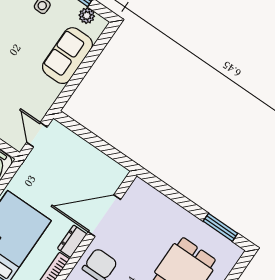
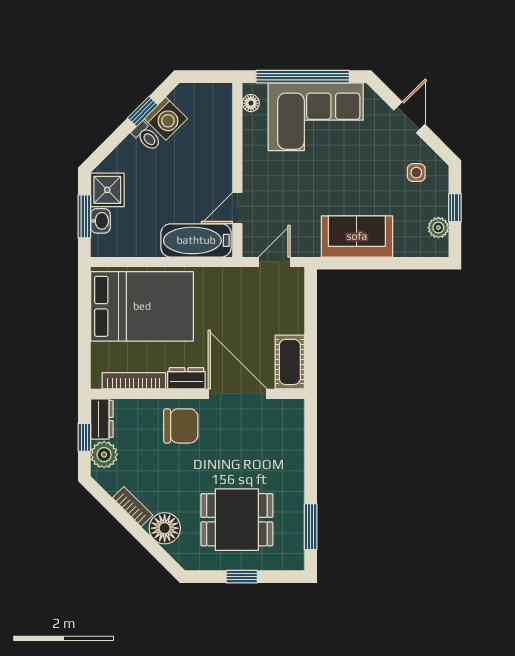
sofa: (67, 56) -> (357, 236), moved
cot: (107, 169) -> (290, 362), added

